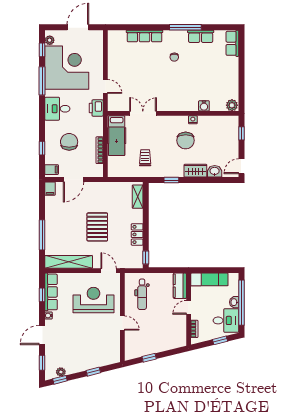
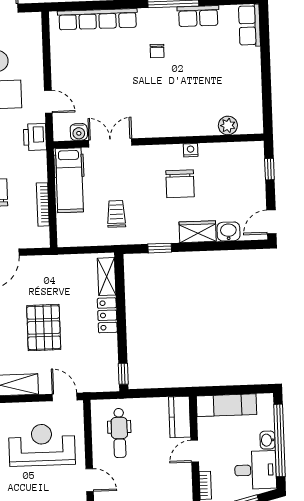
row of seats: (145, 36) -> (98, 19), width x1.36
plant: (232, 105) -> (228, 125), moved
water cooler: (204, 106) -> (79, 132), moved
locker: (137, 234) -> (107, 315), moved

